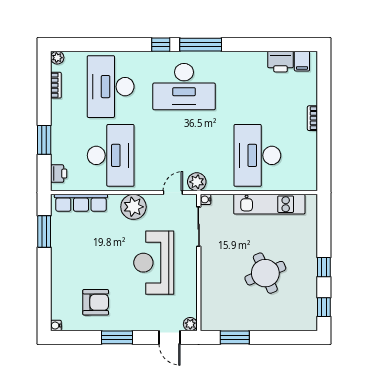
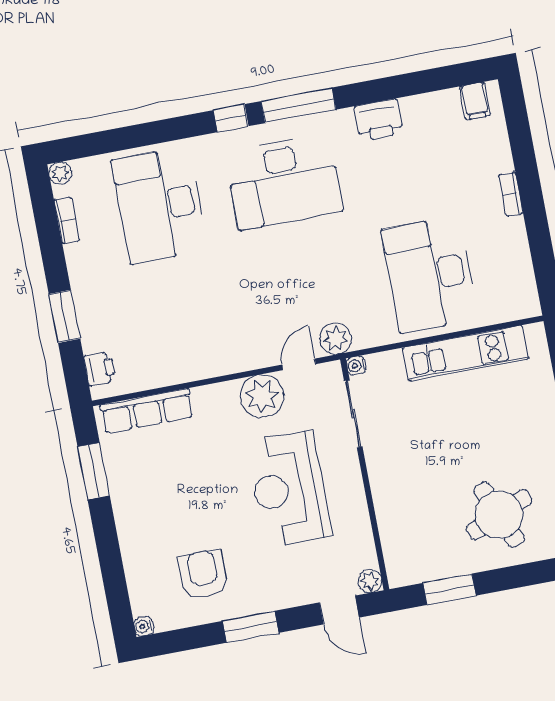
printer: (280, 62) -> (379, 120), moved
desk: (111, 155) -> (182, 321), removed
plant: (133, 207) -> (262, 396), moved
round table: (265, 273) -> (499, 515), moved
armchair: (96, 302) -> (203, 574), turned -90

